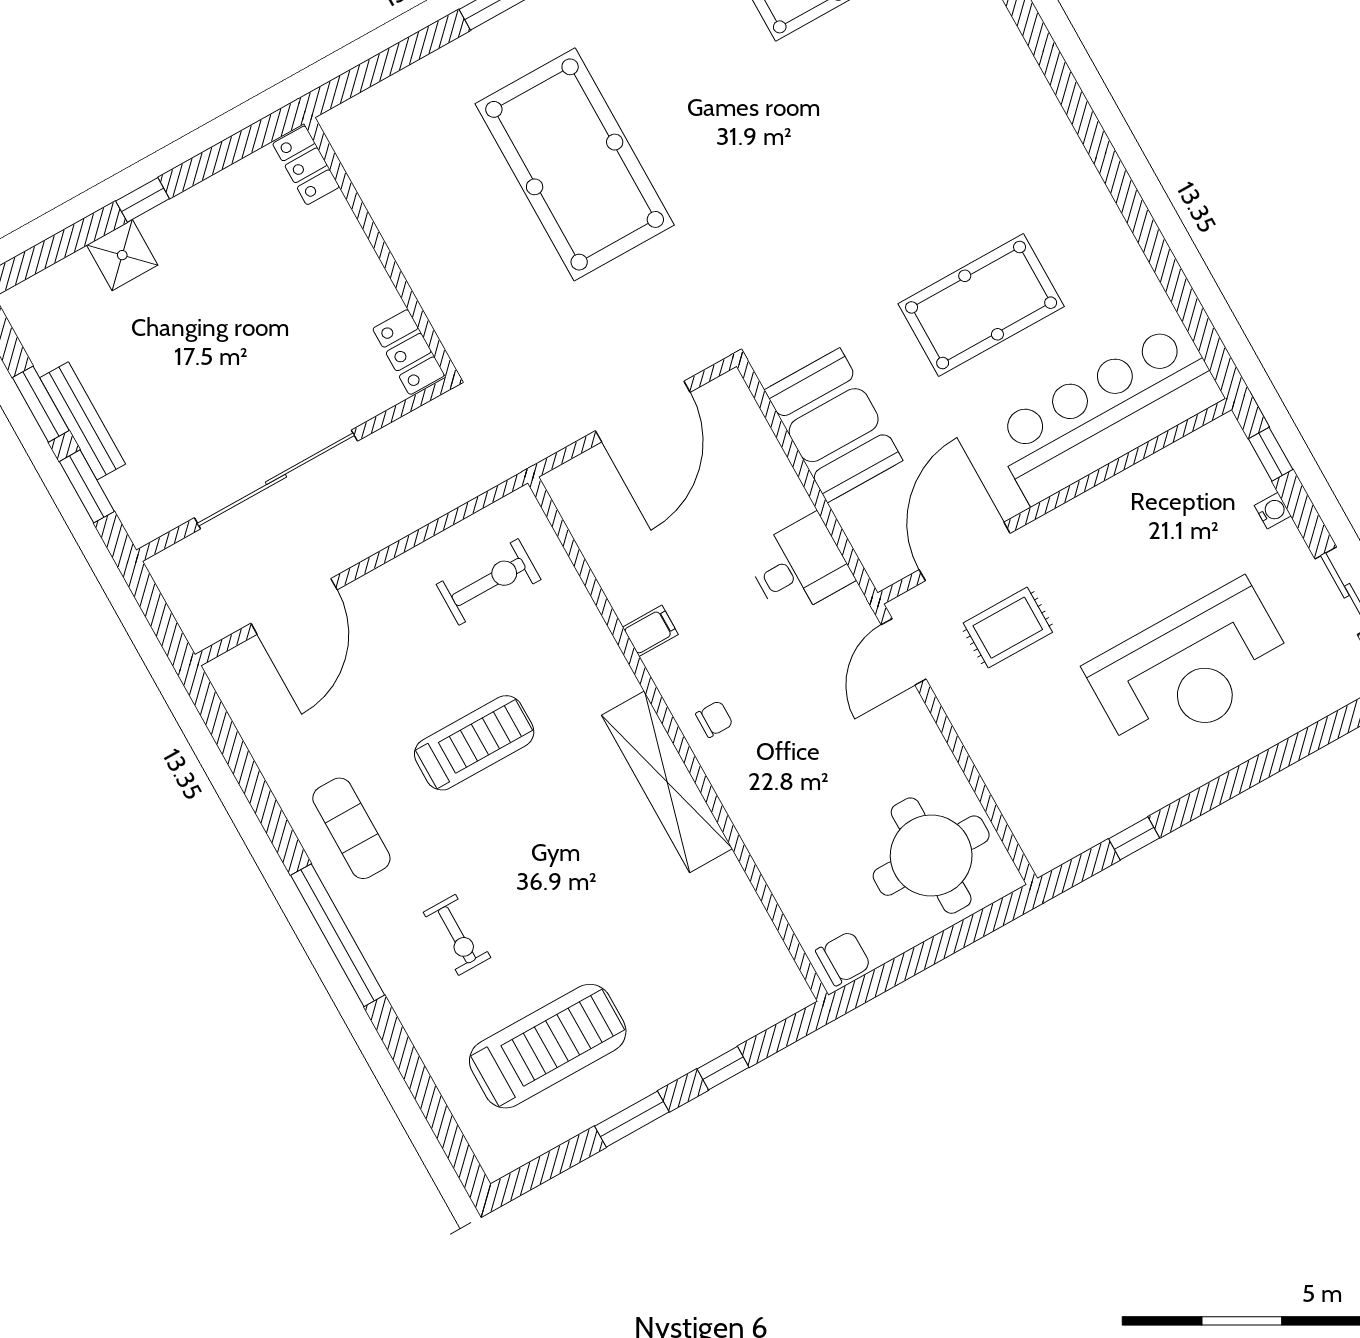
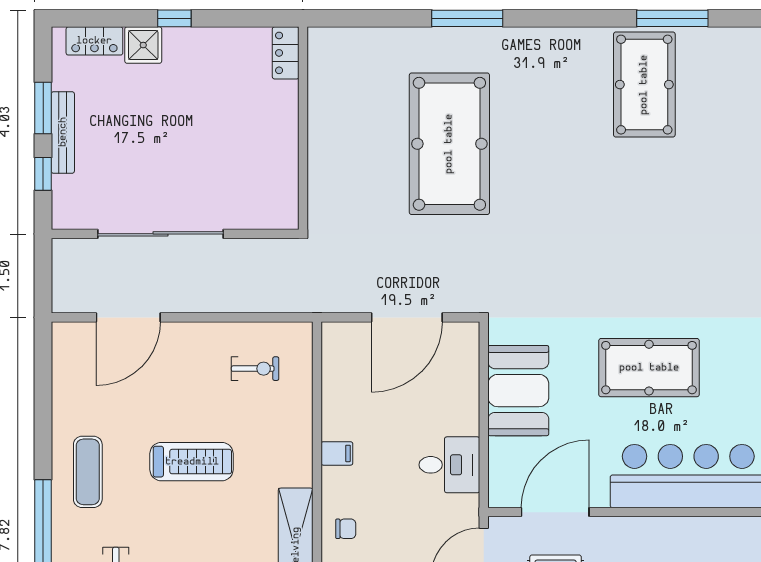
locker: (409, 352) -> (94, 41), moved, turned -90
window: (87, 486) -> (43, 174), width x0.67
exercise bike: (489, 582) -> (255, 369), width x0.73, depth x0.72

